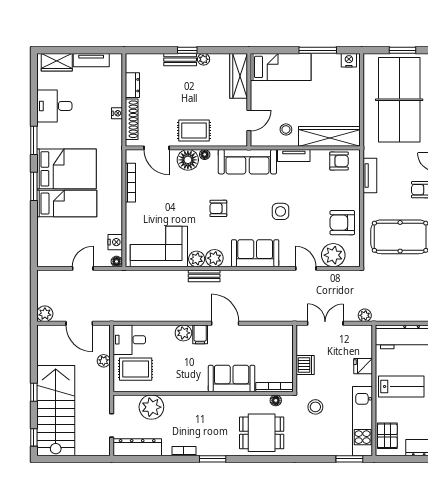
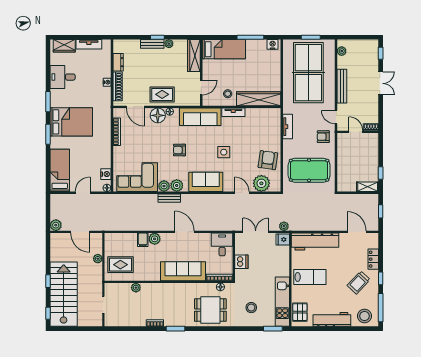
armchair: (339, 161) -> (266, 116), removed
bed: (67, 204) -> (60, 170), moved, turned -90
armchair: (342, 223) -> (268, 160), turned 98
filing cabinet: (200, 334) -> (143, 240), moved
desk: (129, 340) -> (222, 244), moved, turned 90
fridge: (363, 366) -> (283, 240), moved
sofa: (232, 378) -> (183, 271), width x1.36
plant: (151, 407) -> (136, 288), width x0.53, depth x0.53
stool: (315, 407) -> (251, 308), moved
dresser: (137, 447) -> (122, 320), removed

